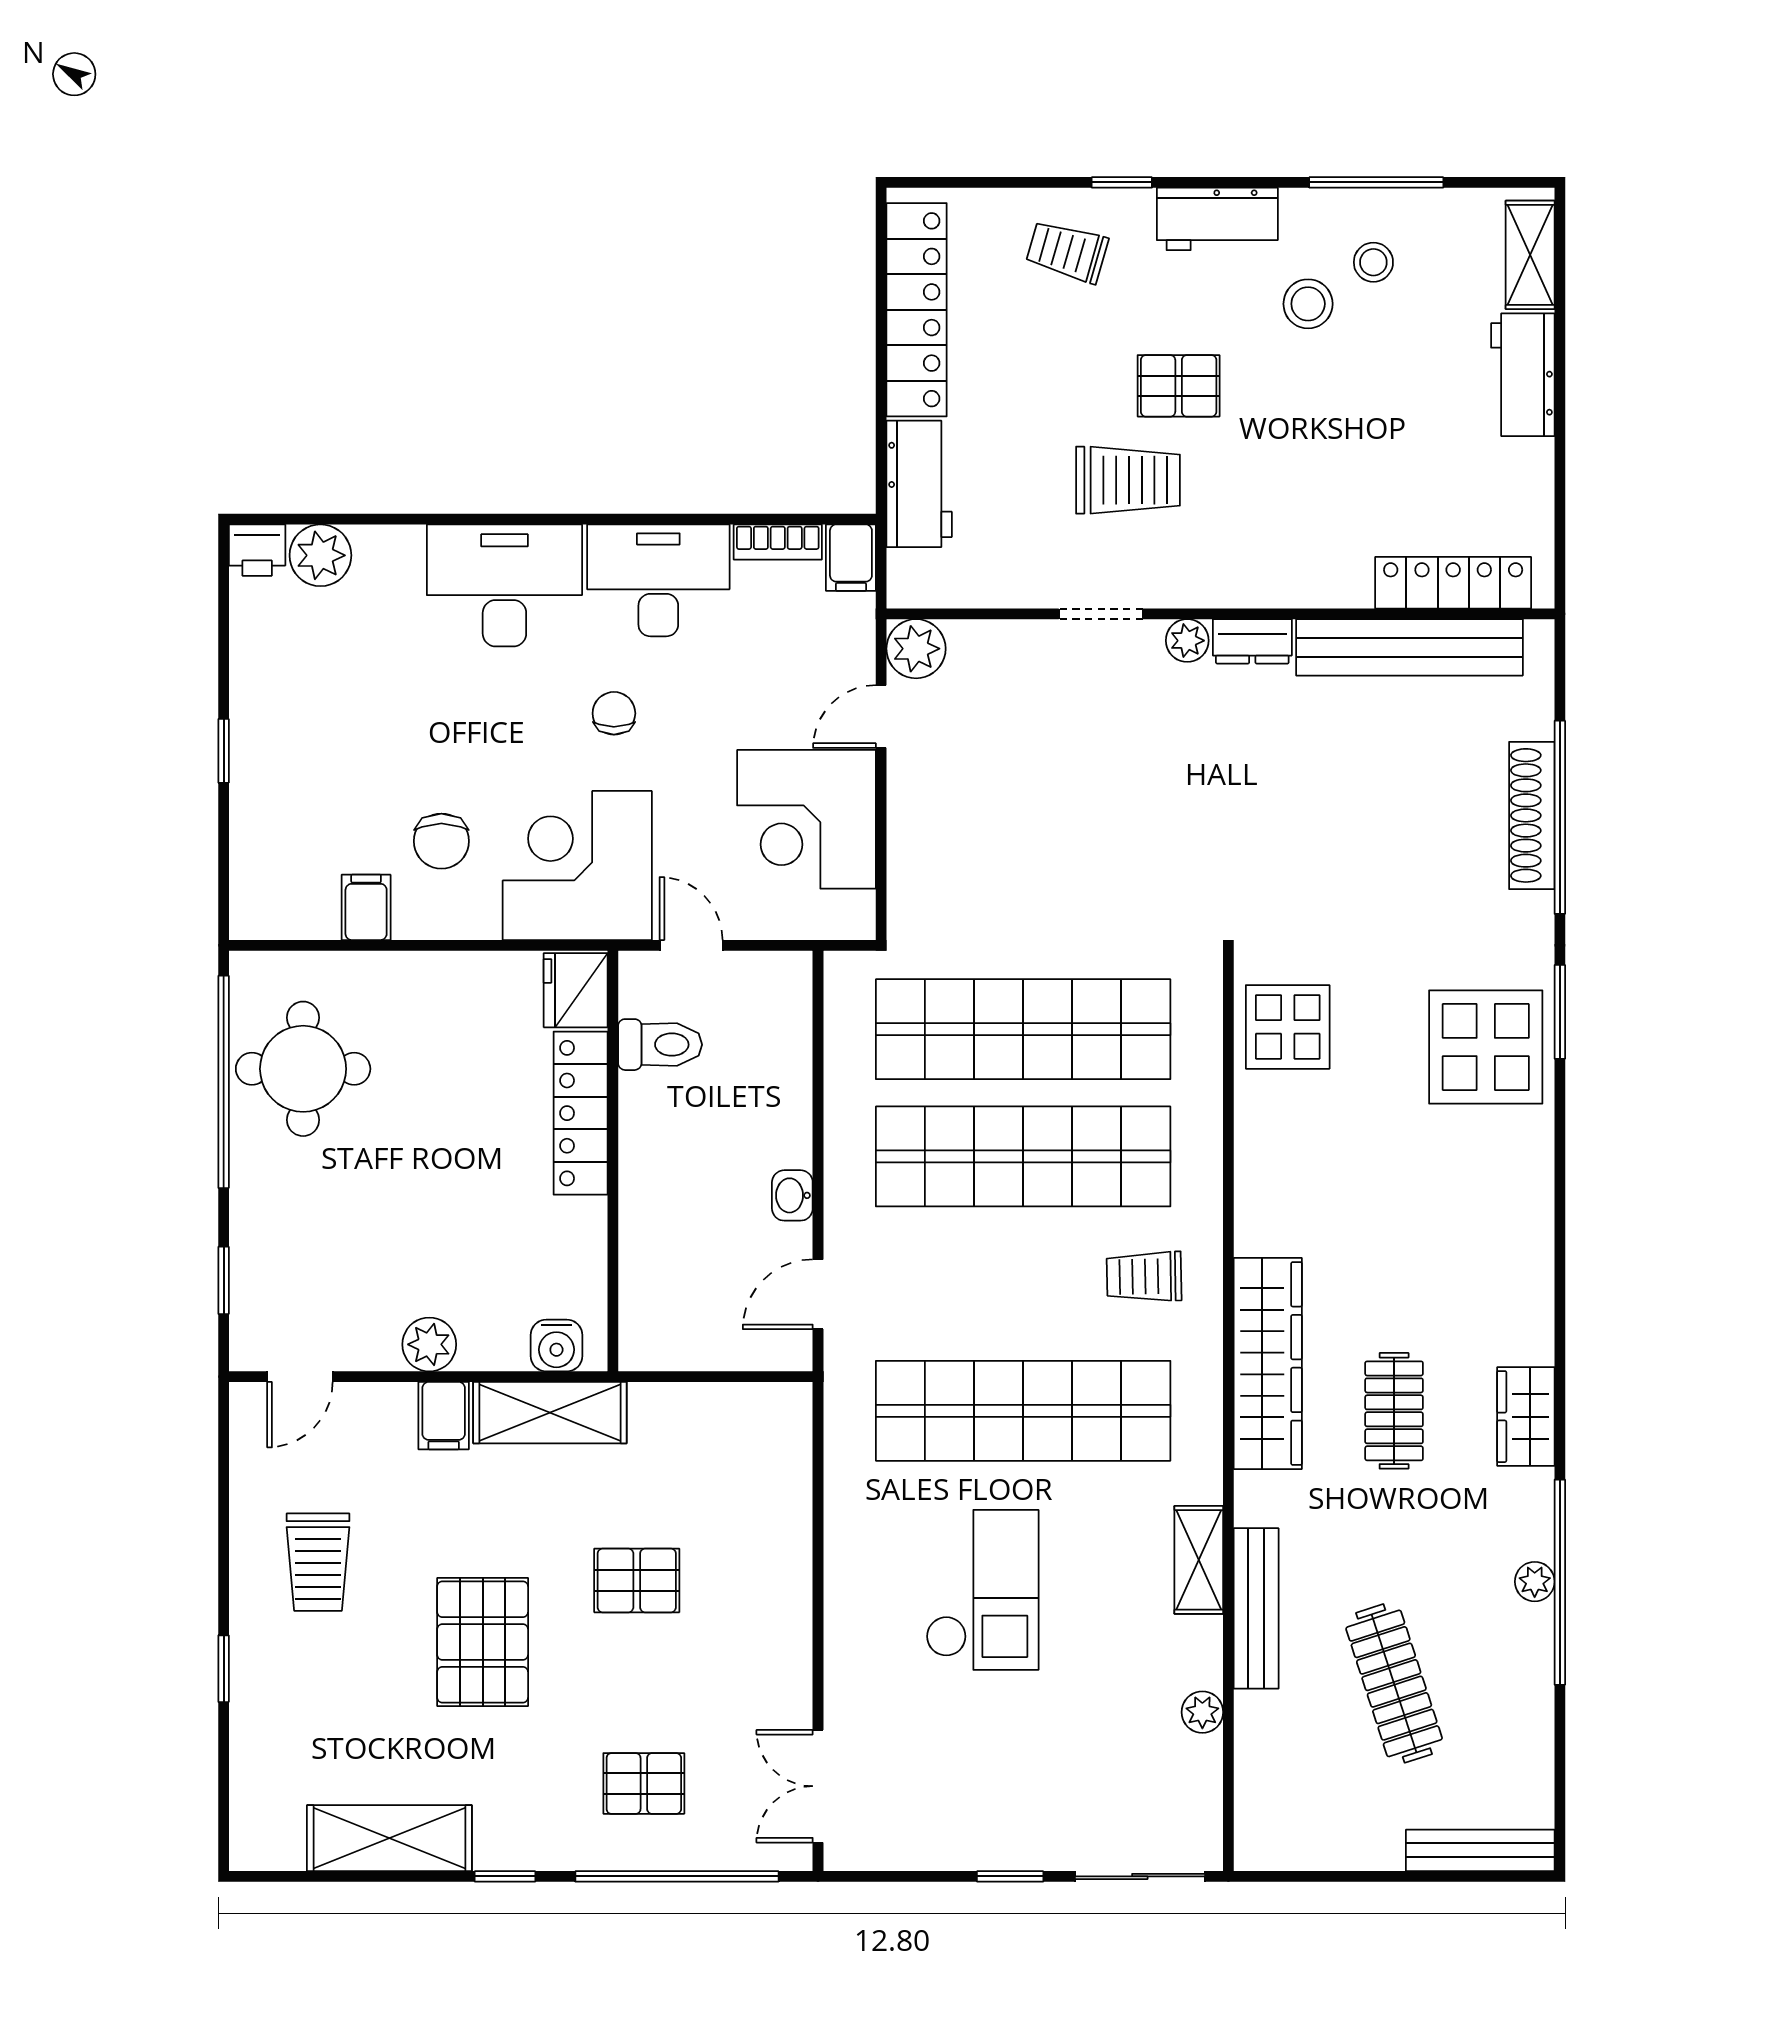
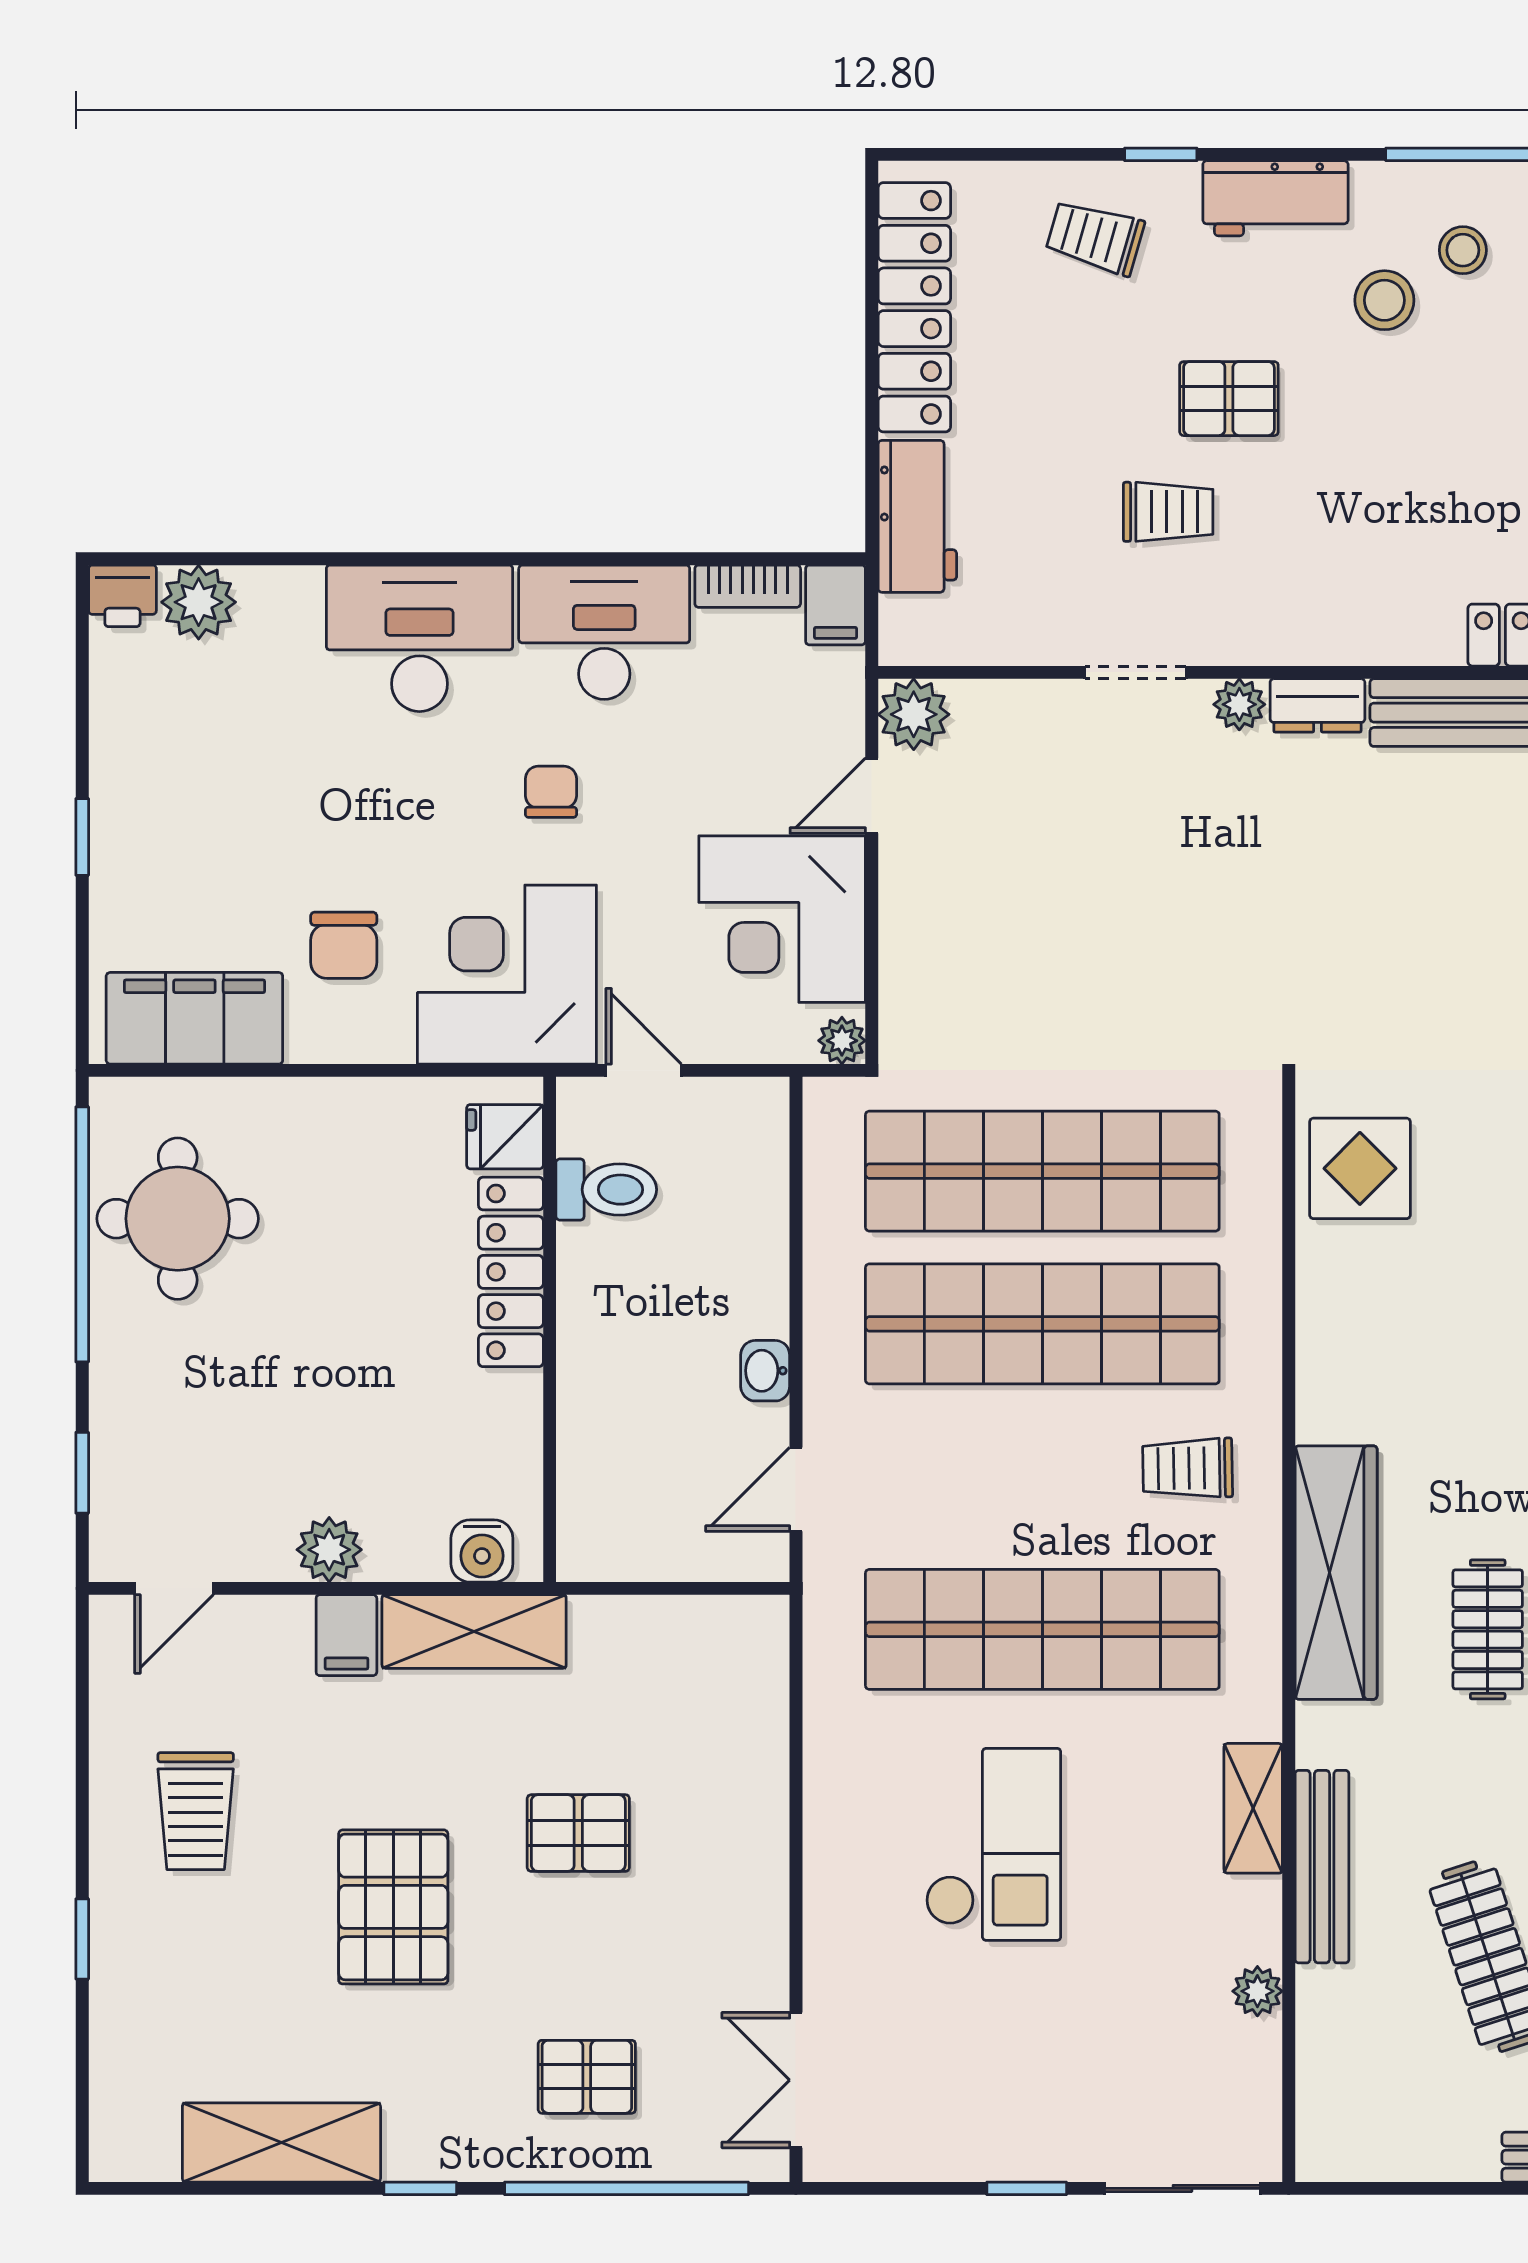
trolley: (1128, 480) -> (1168, 512), width x0.73, depth x0.72
filing cabinet: (366, 907) -> (194, 1018), width x3.00, depth x1.17
plant: (856, 920) -> (842, 1041), added
fridge: (576, 990) -> (505, 1137), width x0.72

